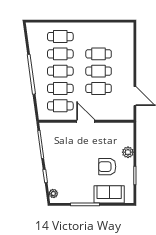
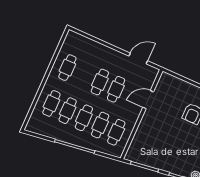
cafe table: (99, 54) -> (67, 68), moved
door: (86, 121) -> (148, 100), moved
plant: (128, 152) -> (188, 88), removed

